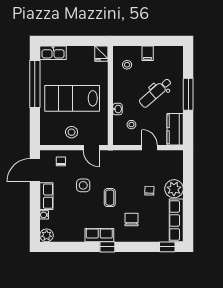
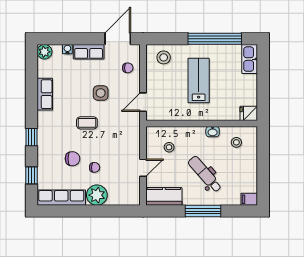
filing cabinet: (148, 53) -> (249, 199), moved
lab bench: (72, 98) -> (199, 81), width x0.73, depth x0.72
washbasin: (118, 109) -> (213, 132), moved
stool: (72, 132) -> (164, 57), moved
door: (35, 170) -> (118, 39), hinge flipped
chair: (132, 220) -> (72, 159), moved
row of seats: (99, 235) -> (45, 94), moved
window: (107, 247) -> (31, 137), moved
window: (167, 247) -> (31, 175), moved

